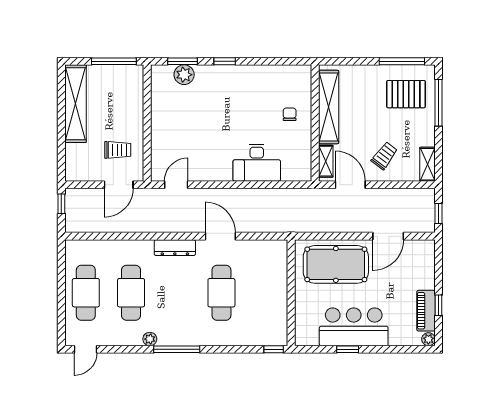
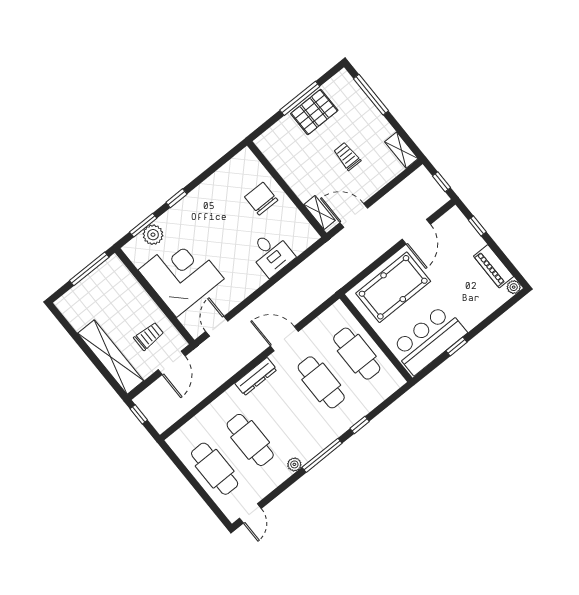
window: (402, 61) -> (300, 98), moved
pallet: (406, 94) -> (314, 112), moved
shelving: (75, 104) -> (111, 357), moved
shelving: (329, 107) -> (287, 168), removed
chair: (290, 114) -> (261, 199), width x1.87, depth x1.87
corner desk: (181, 123) -> (181, 274), added
trolley: (384, 156) -> (347, 156), moved, turned -37
desk: (257, 163) -> (271, 254), width x0.73
cafe table: (267, 293) -> (357, 354), added
window: (439, 305) -> (477, 226), moved
bar counter: (354, 327) -> (429, 340), moved
window: (274, 349) -> (360, 425), moved

